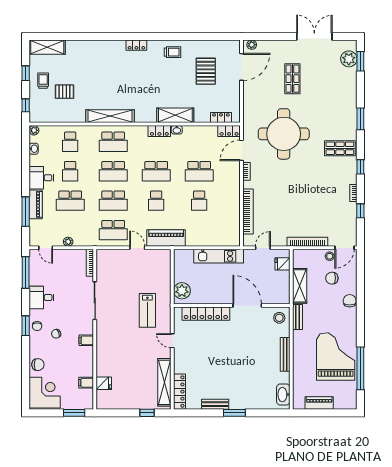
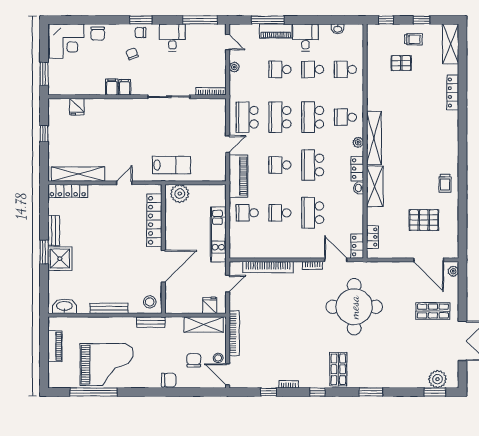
locker: (136, 45) -> (453, 93), moved, width x1.53
shop shelf: (292, 79) -> (433, 311), moved
pallet: (64, 92) -> (401, 63), turned 90
shelving: (110, 116) -> (374, 138), moved
plant: (34, 130) -> (358, 142), moved
school desk: (113, 142) -> (345, 117), width x0.54
school desk: (70, 201) -> (280, 69), width x0.54
school desk: (199, 230) -> (247, 213), added
door: (46, 248) -> (228, 42), swing flipped
door: (263, 248) -> (228, 284), hinge flipped
shelving: (300, 286) -> (204, 324), moved
lab bench: (147, 310) -> (171, 165), moved, turned 180
filing cabinet: (86, 383) -> (112, 87), moved
shower: (240, 399) -> (60, 259), added
window: (147, 413) -> (44, 134), moved

